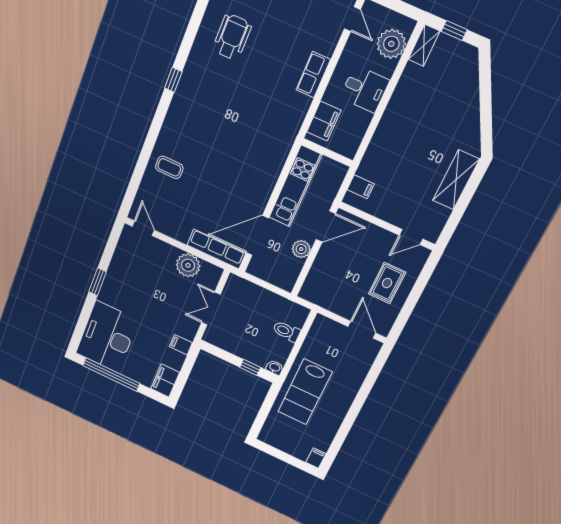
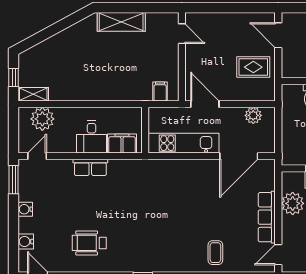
desk: (365, 89) -> (91, 137), moved, turned 180
door: (257, 235) -> (239, 156), hinge flipped
row of seats: (216, 249) -> (267, 217), moved
plant: (301, 249) -> (253, 115), moved
rug: (387, 283) -> (253, 67), moved
door: (362, 330) -> (278, 35), hinge flipped

